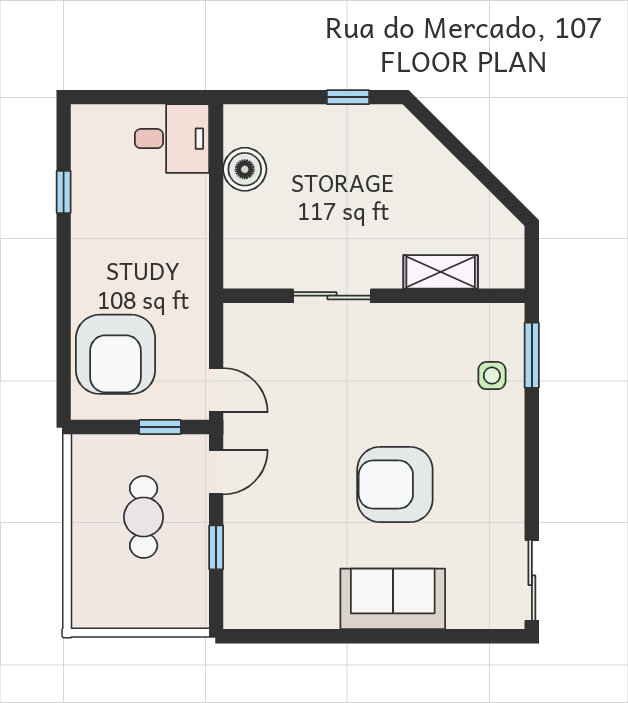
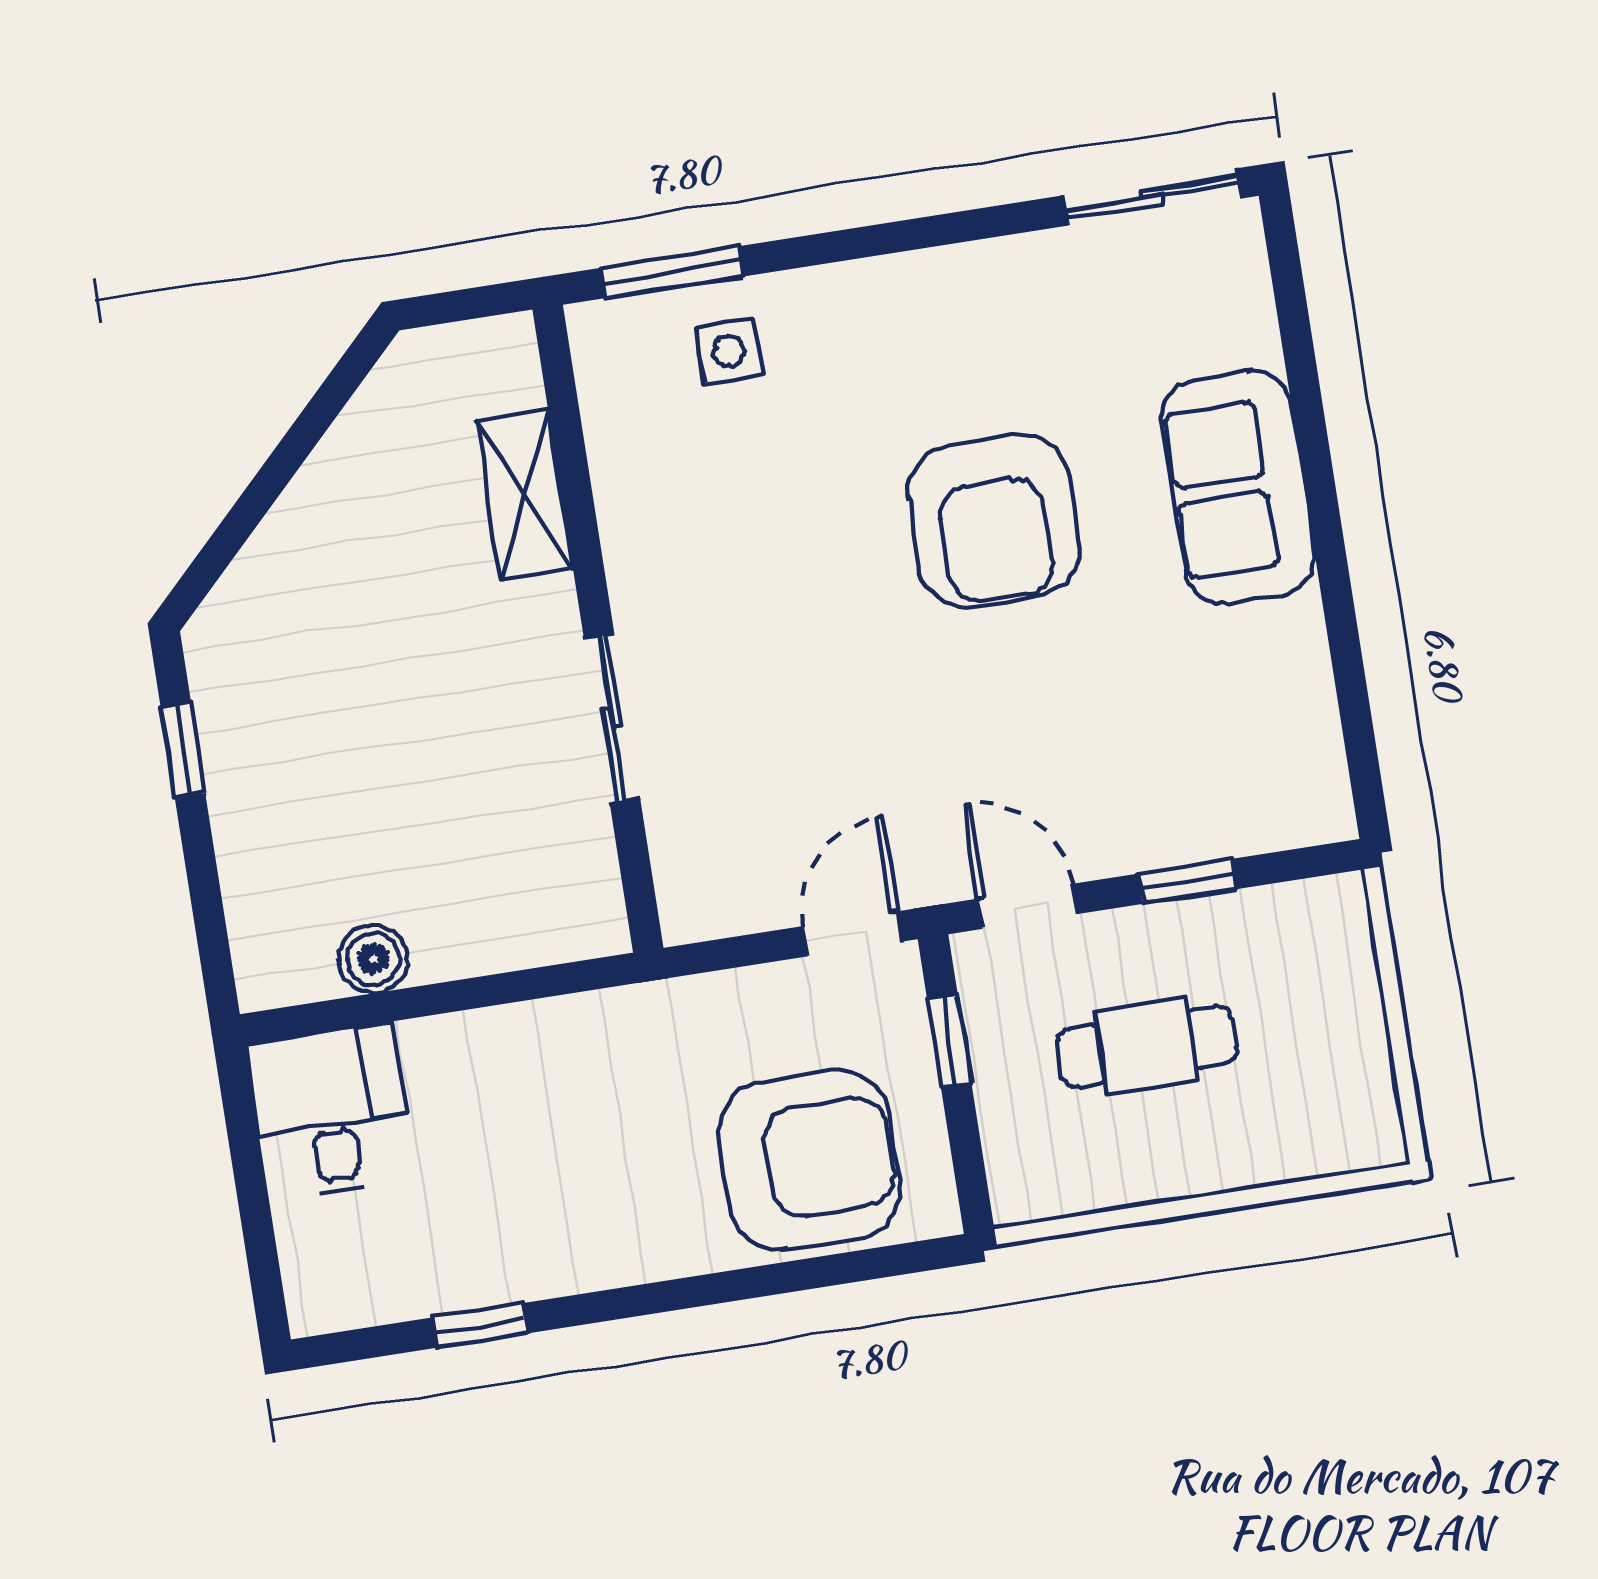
boiler: (245, 169) -> (373, 959), width x0.73, depth x0.73

